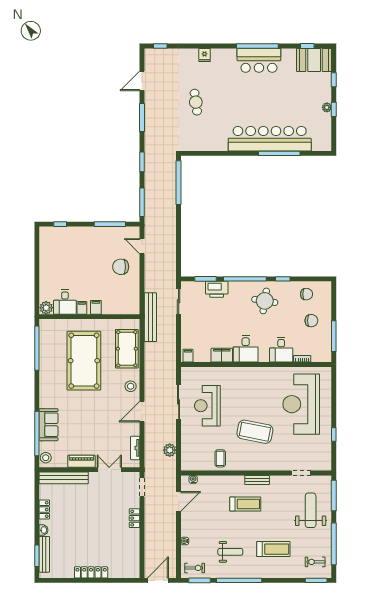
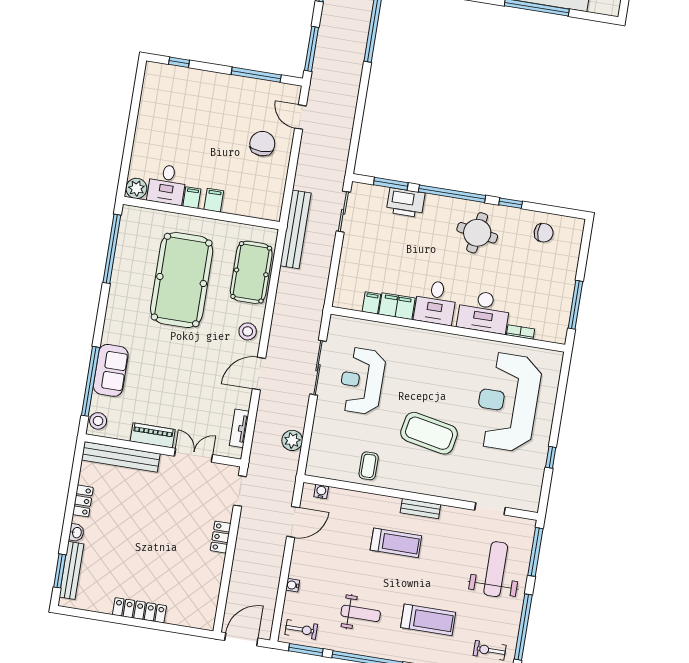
chair: (121, 267) -> (262, 144), turned 90
chair: (311, 321) -> (545, 275), removed
desk: (281, 350) -> (484, 312), width x1.37
filing cabinet: (188, 356) -> (371, 303), moved

